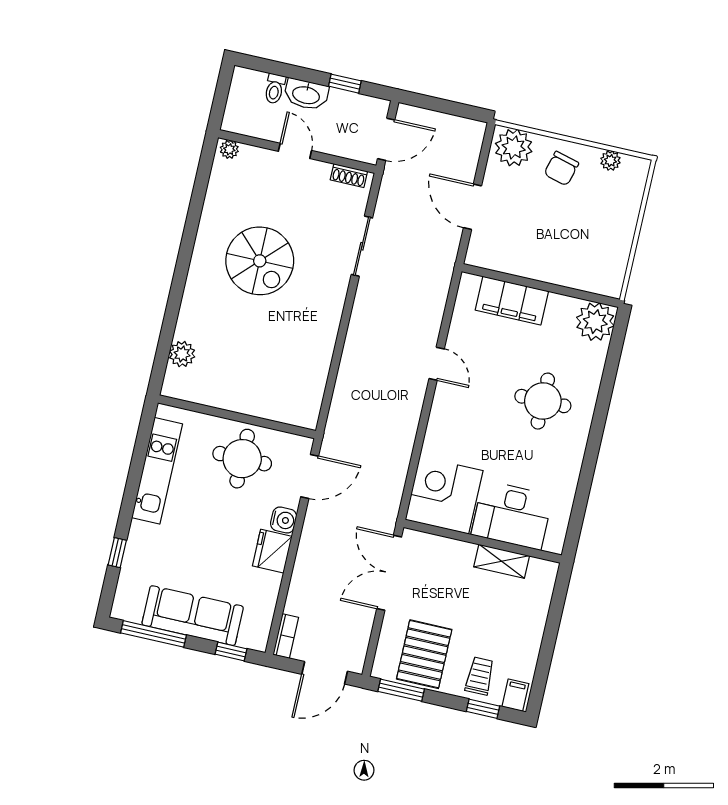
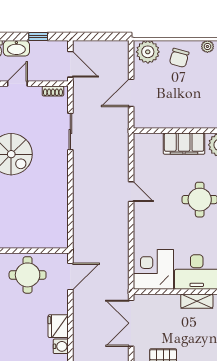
door: (386, 139) -> (70, 64), hinge flipped
door: (295, 151) -> (17, 84), hinge flipped
door: (472, 207) -> (131, 93), hinge flipped
filing cabinet: (512, 301) -> (184, 144), moved
water cooler: (284, 520) -> (61, 346), moved

